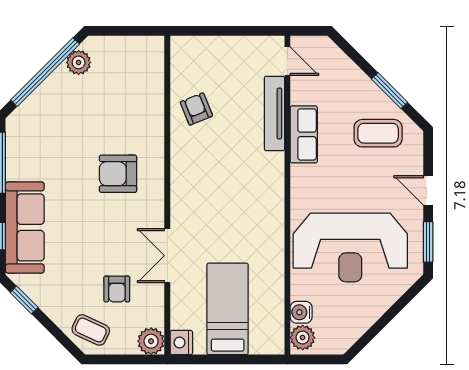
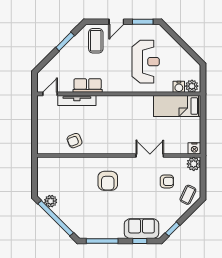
coffee table: (378, 133) -> (96, 41), moved
sofa: (25, 227) -> (142, 229), width x0.73
reception desk: (350, 248) -> (146, 62), width x0.74, depth x0.77
double door: (167, 256) -> (150, 156), swing flipped
bed: (228, 309) -> (177, 106), moved

